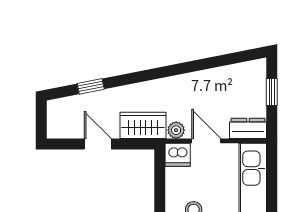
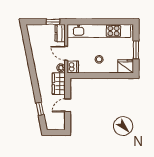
window: (272, 92) -> (53, 22), moved
door: (206, 141) -> (66, 53), hinge flipped

